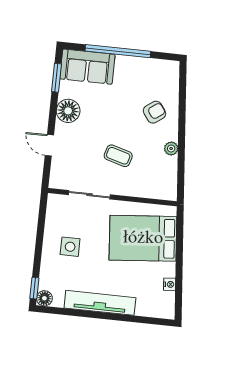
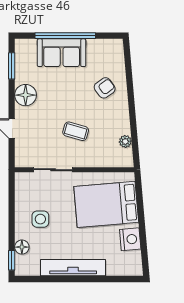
sofa: (87, 67) -> (62, 53), moved
plant: (171, 148) -> (125, 141), moved
nightstand: (170, 284) -> (130, 239), width x1.89, depth x1.79
floor lamp: (44, 298) -> (22, 247), moved

